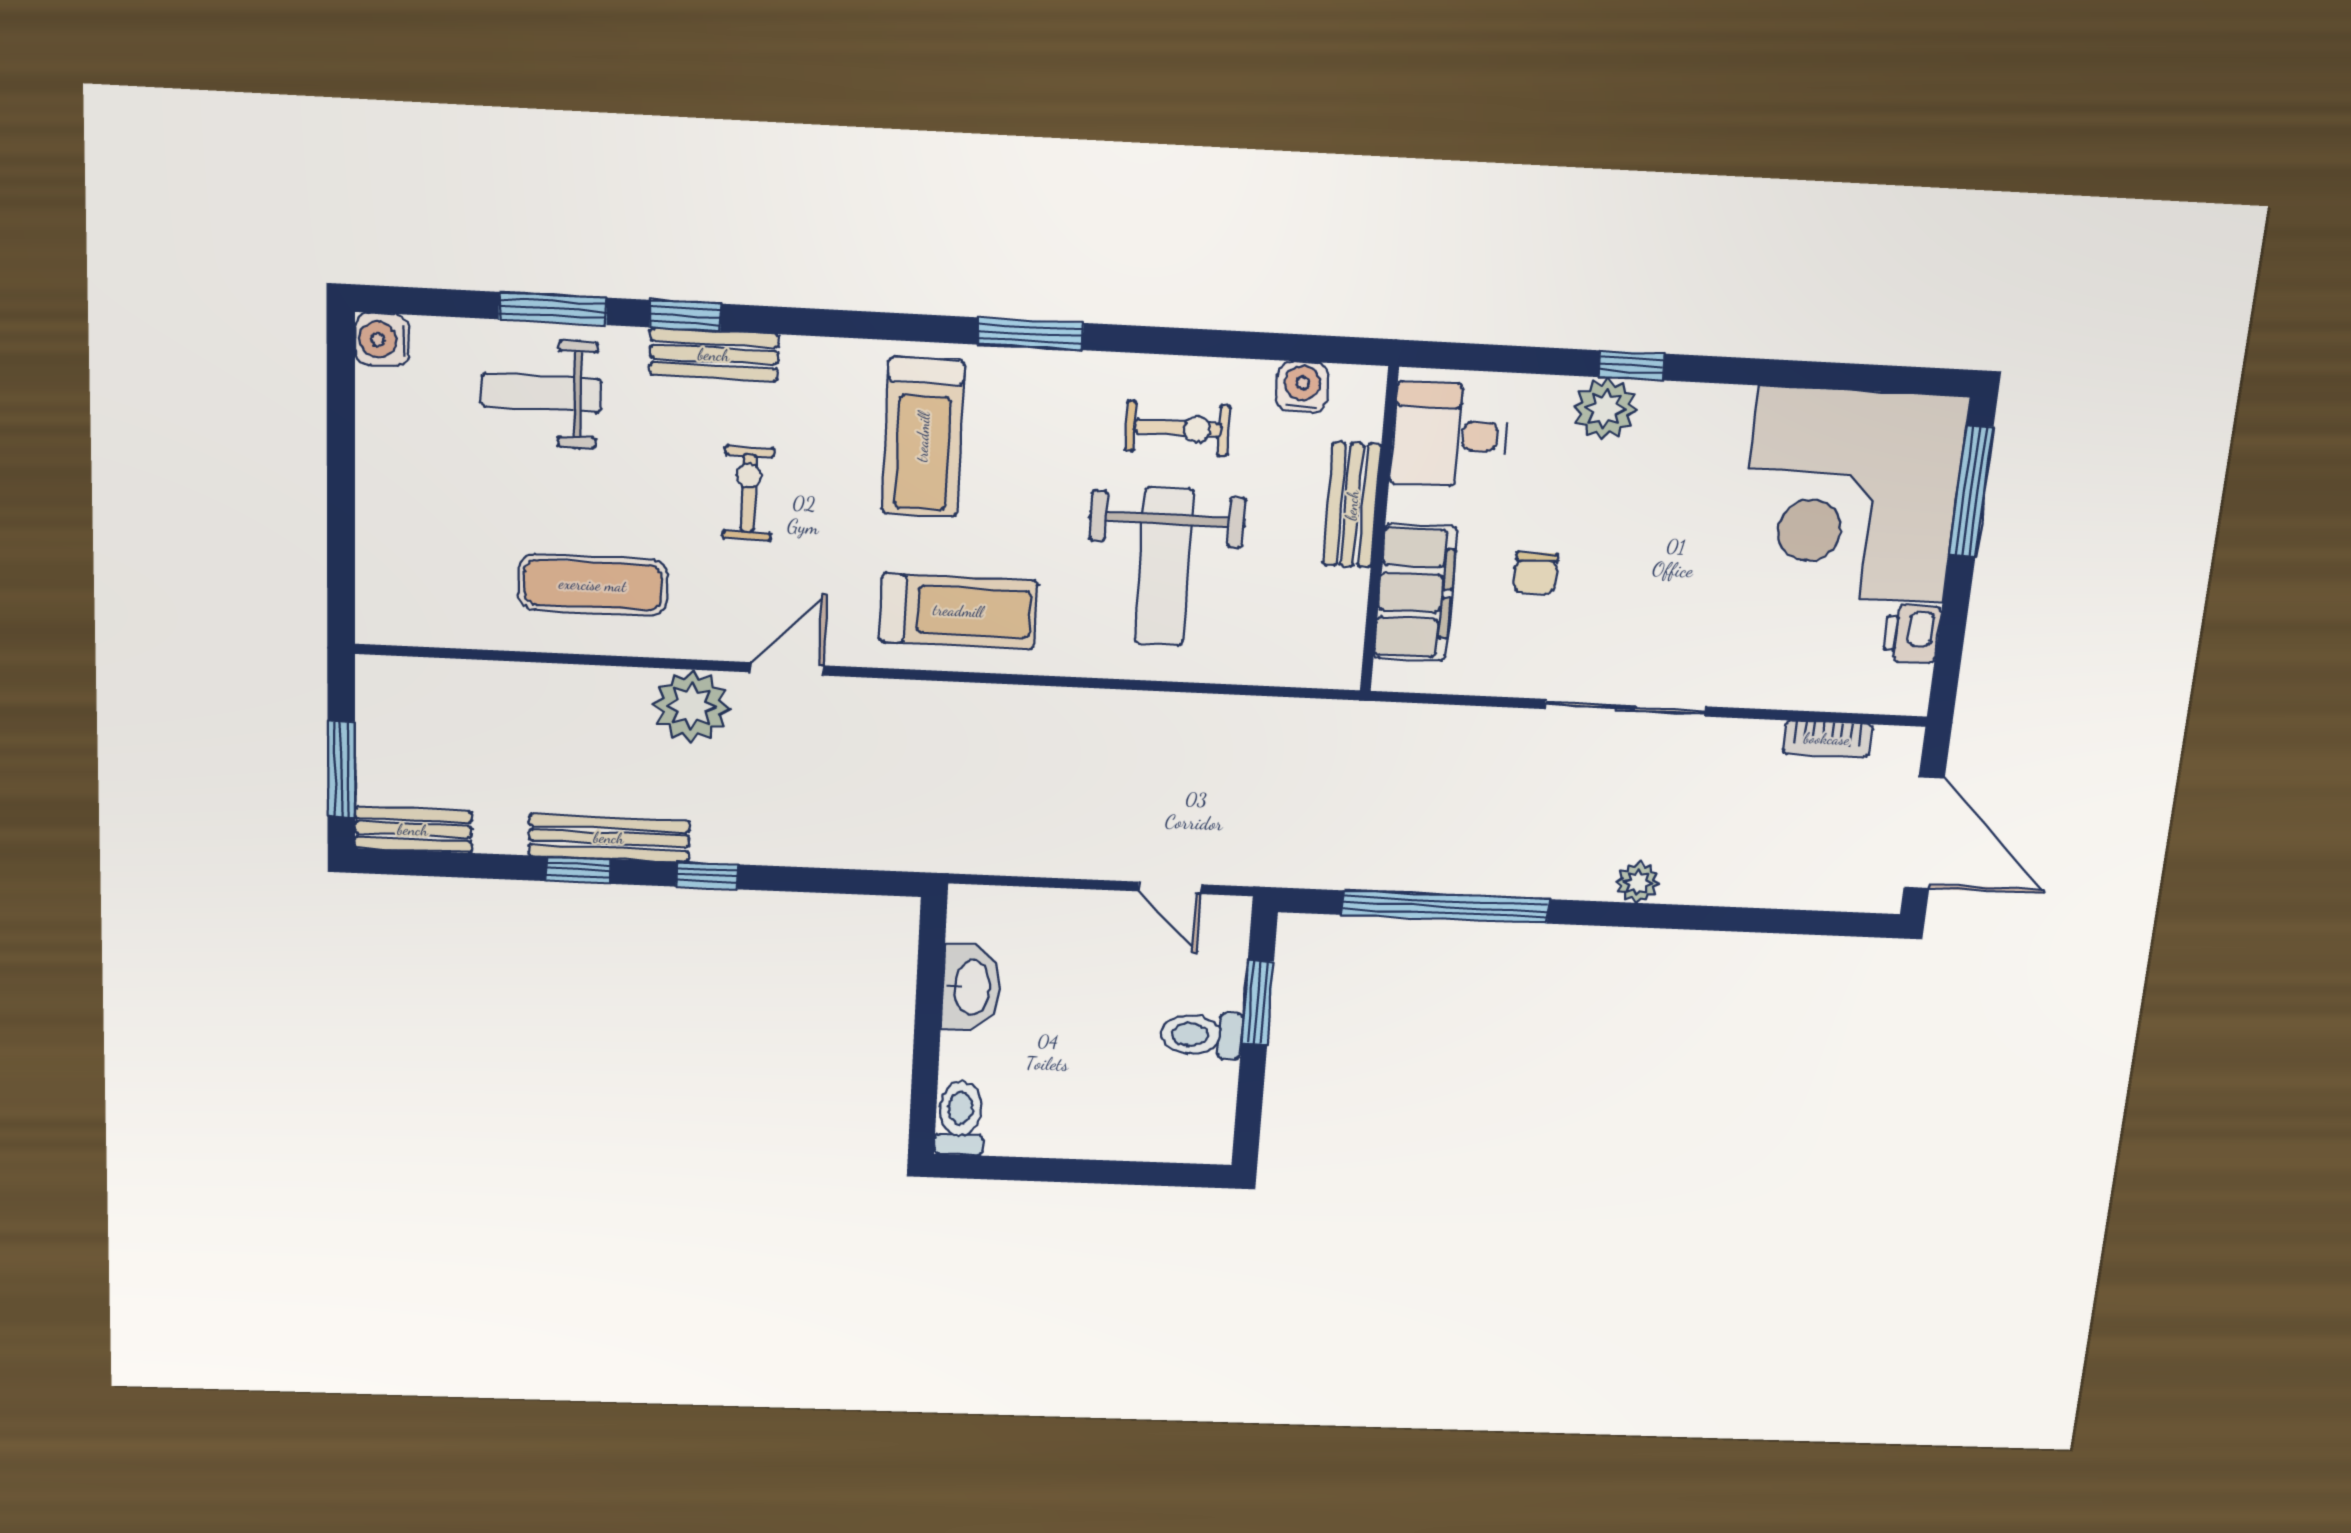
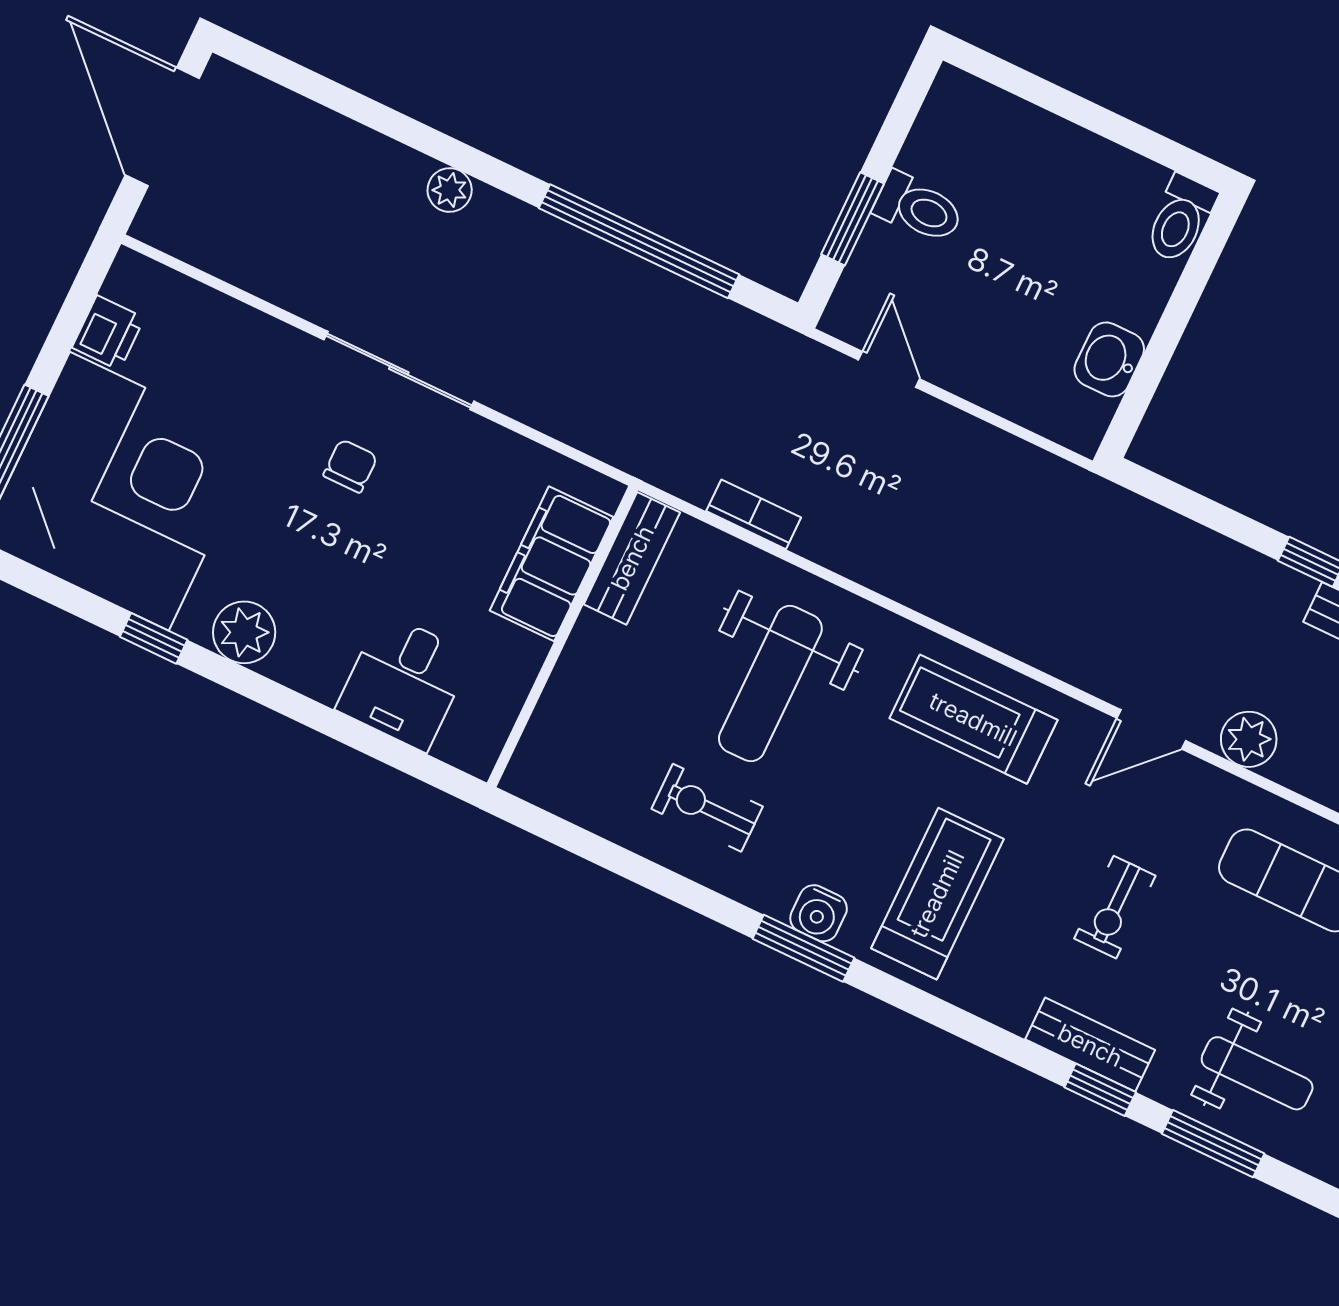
window: (1631, 365) -> (154, 638), moved
water cooler: (1302, 387) -> (819, 913), moved
plant: (1605, 409) -> (244, 632), moved
desk: (1450, 435) -> (404, 682), moved, turned 90
bench: (1352, 505) -> (632, 558), moved
weight bench: (1164, 567) -> (770, 684), turned 180
chair: (1536, 573) -> (350, 466), moved
plant: (692, 706) -> (1249, 739), width x0.73, depth x0.73
bookcase: (1827, 739) -> (754, 514), moved
washbasin: (971, 988) -> (1109, 359), width x0.72

